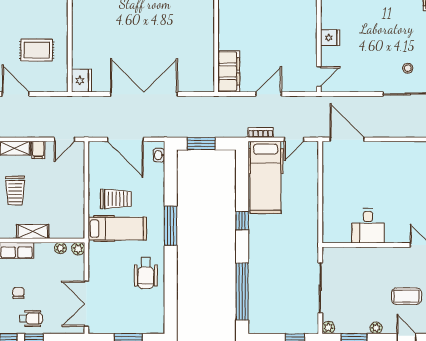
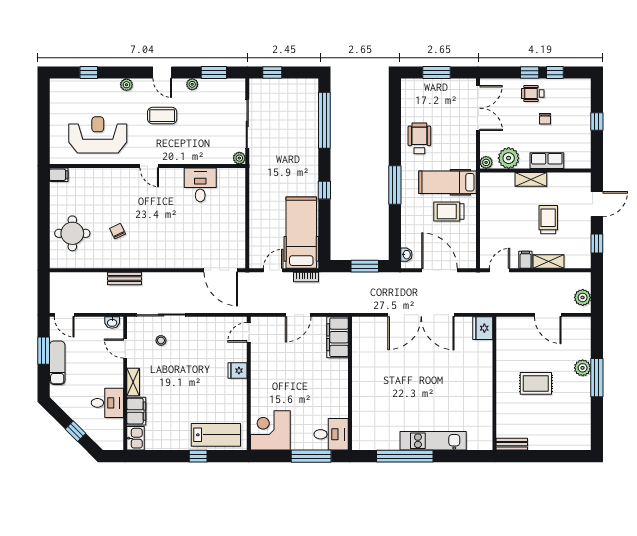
rug: (37, 50) -> (536, 383), moved
plant: (60, 248) -> (509, 158), width x1.88, depth x1.88
plant: (328, 328) -> (239, 158), moved

